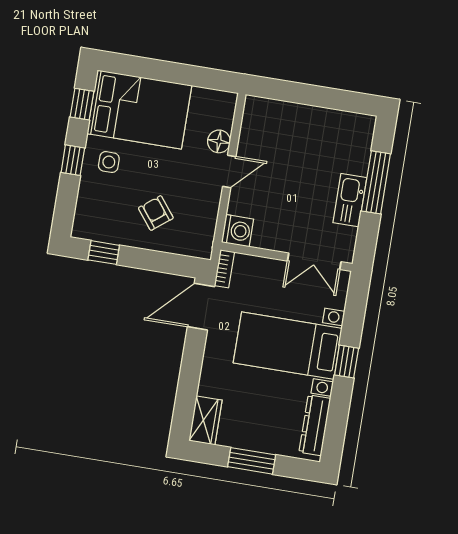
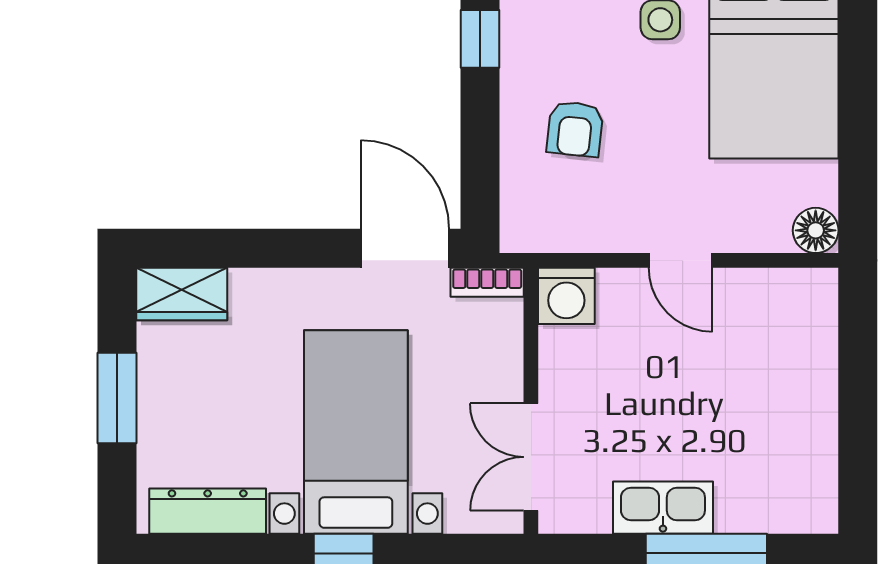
floor lamp: (219, 141) -> (816, 230), moved
armchair: (156, 213) -> (575, 129), turned 134

